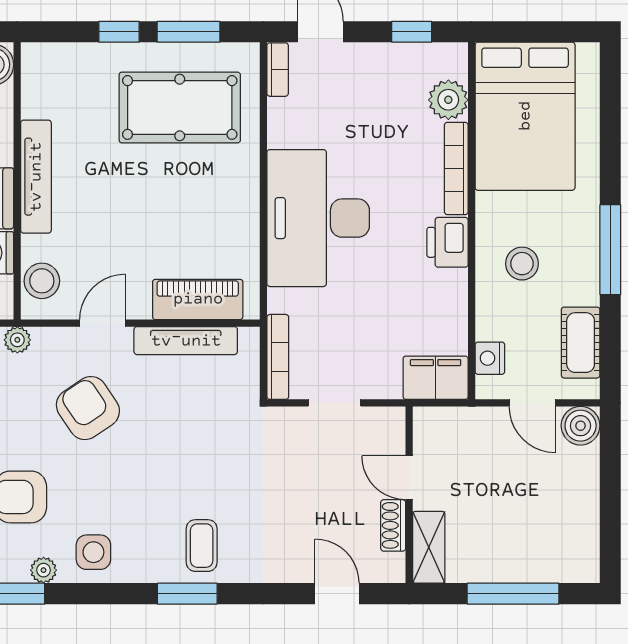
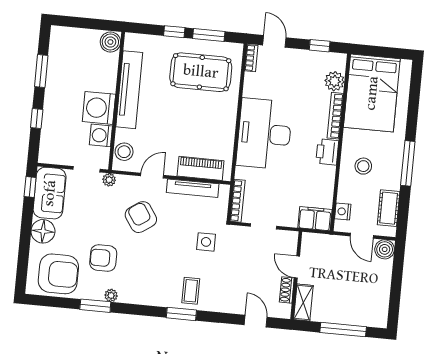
tv unit: (36, 177) -> (129, 90), width x1.36, depth x1.29
side table: (93, 552) -> (206, 242), moved

